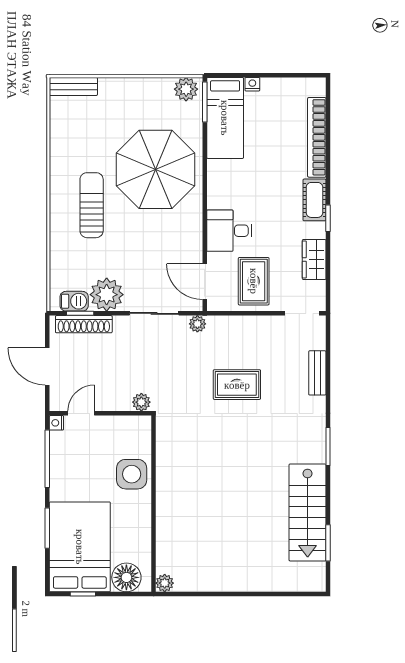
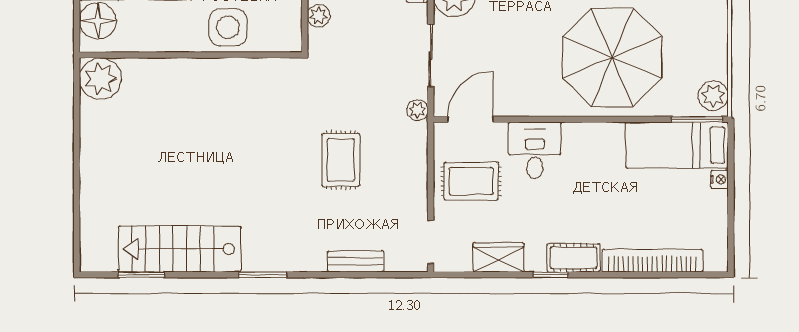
plant: (141, 402) -> (319, 16), moved
plant: (165, 583) -> (100, 79), width x1.88, depth x1.88

